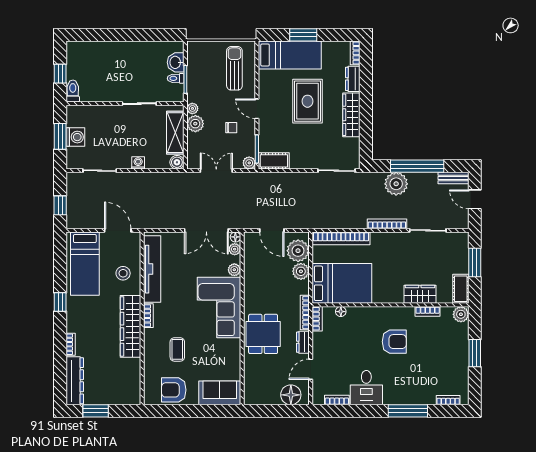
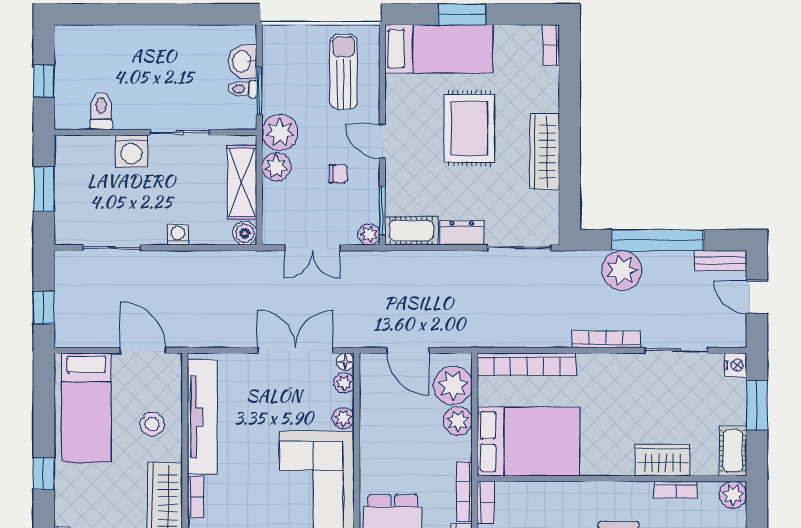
dresser: (353, 79) -> (462, 233), moved, turned 90
toilet: (73, 91) -> (101, 111), moved
plant: (192, 108) -> (280, 132), width x1.87, depth x1.87
washing machine: (75, 137) -> (131, 151), moved, turned 90
double door: (216, 171) -> (312, 248), swing flipped
double door: (206, 230) -> (295, 350), swing flipped
nightstand: (462, 239) -> (735, 365), added
floor lamp: (341, 312) -> (526, 490), removed

